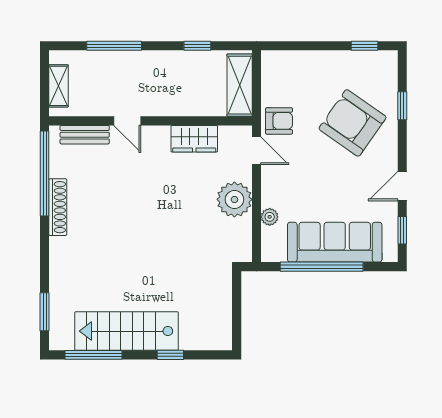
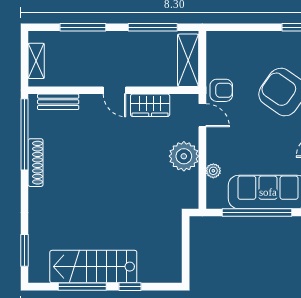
window: (197, 46) -> (153, 27), width x2.17
door: (127, 121) -> (115, 90), moved
window: (94, 355) -> (82, 287), moved

